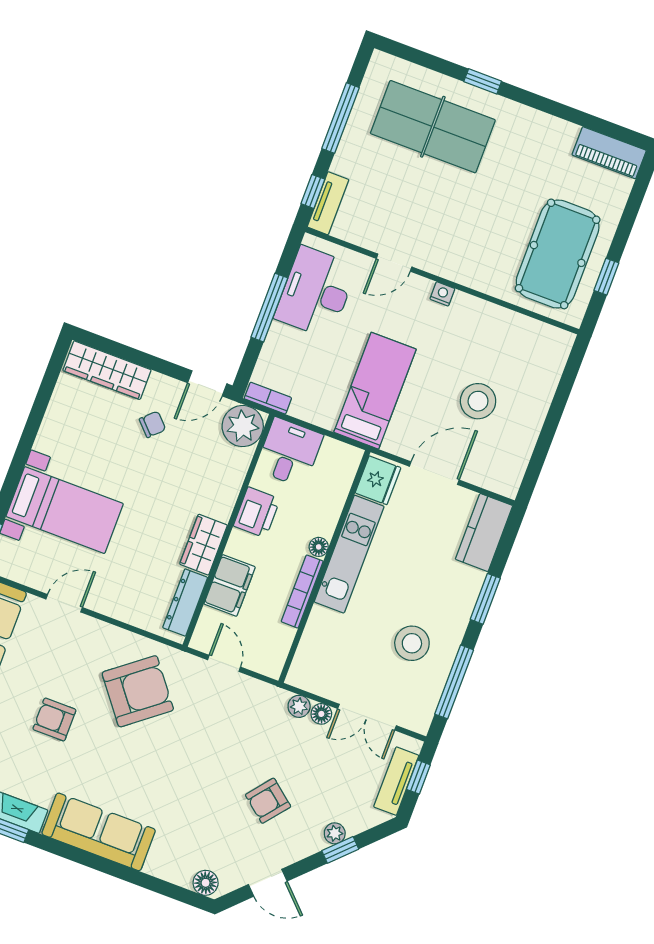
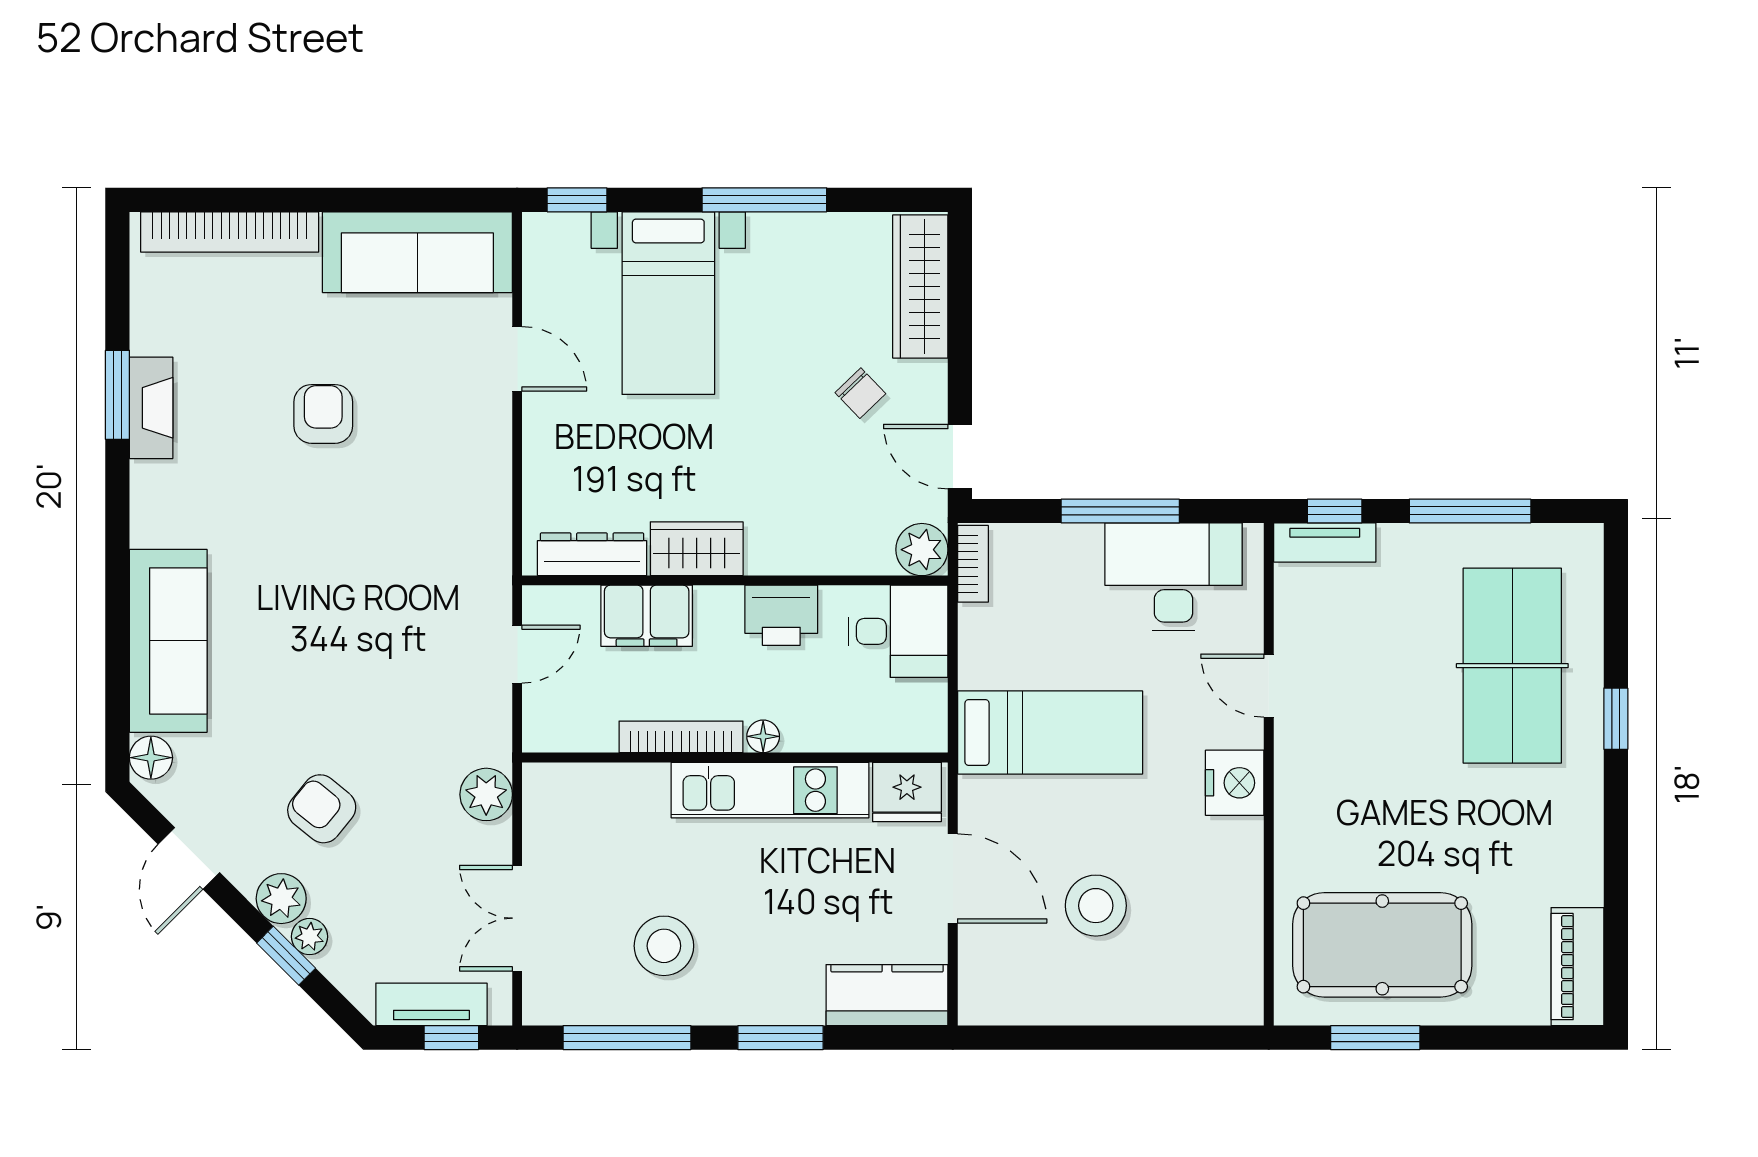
window: (606, 277) -> (1375, 1038), width x1.50
nightstand: (442, 294) -> (1235, 783), width x1.89, depth x1.79
plant: (243, 426) -> (922, 550), width x0.73, depth x0.73
window: (28, 437) -> (764, 200), added
armchair: (138, 691) -> (420, 532), removed
plant: (299, 706) -> (486, 794), width x1.38, depth x1.38
floor lamp: (321, 714) -> (495, 842), removed
sofa: (99, 832) -> (168, 641), moved
plant: (308, 841) -> (281, 899), added

